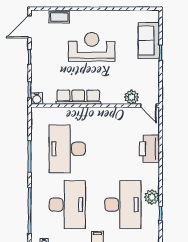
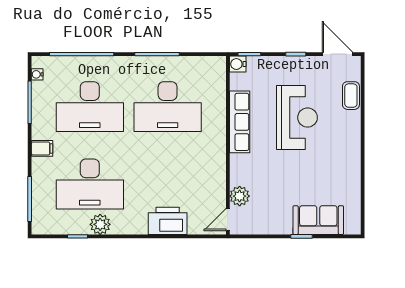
reception desk: (92, 47) -> (297, 118), moved
desk: (67, 149) -> (168, 107), turned 180

